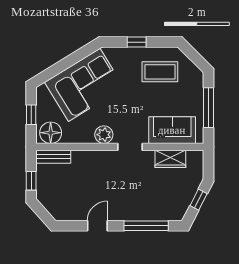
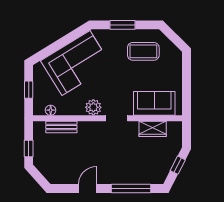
window: (137, 42) -> (123, 25), width x1.50
window: (208, 108) -> (186, 83), removed
floor lamp: (51, 133) -> (51, 110), width x0.53, depth x0.53
bench: (53, 157) -> (61, 127), moved

